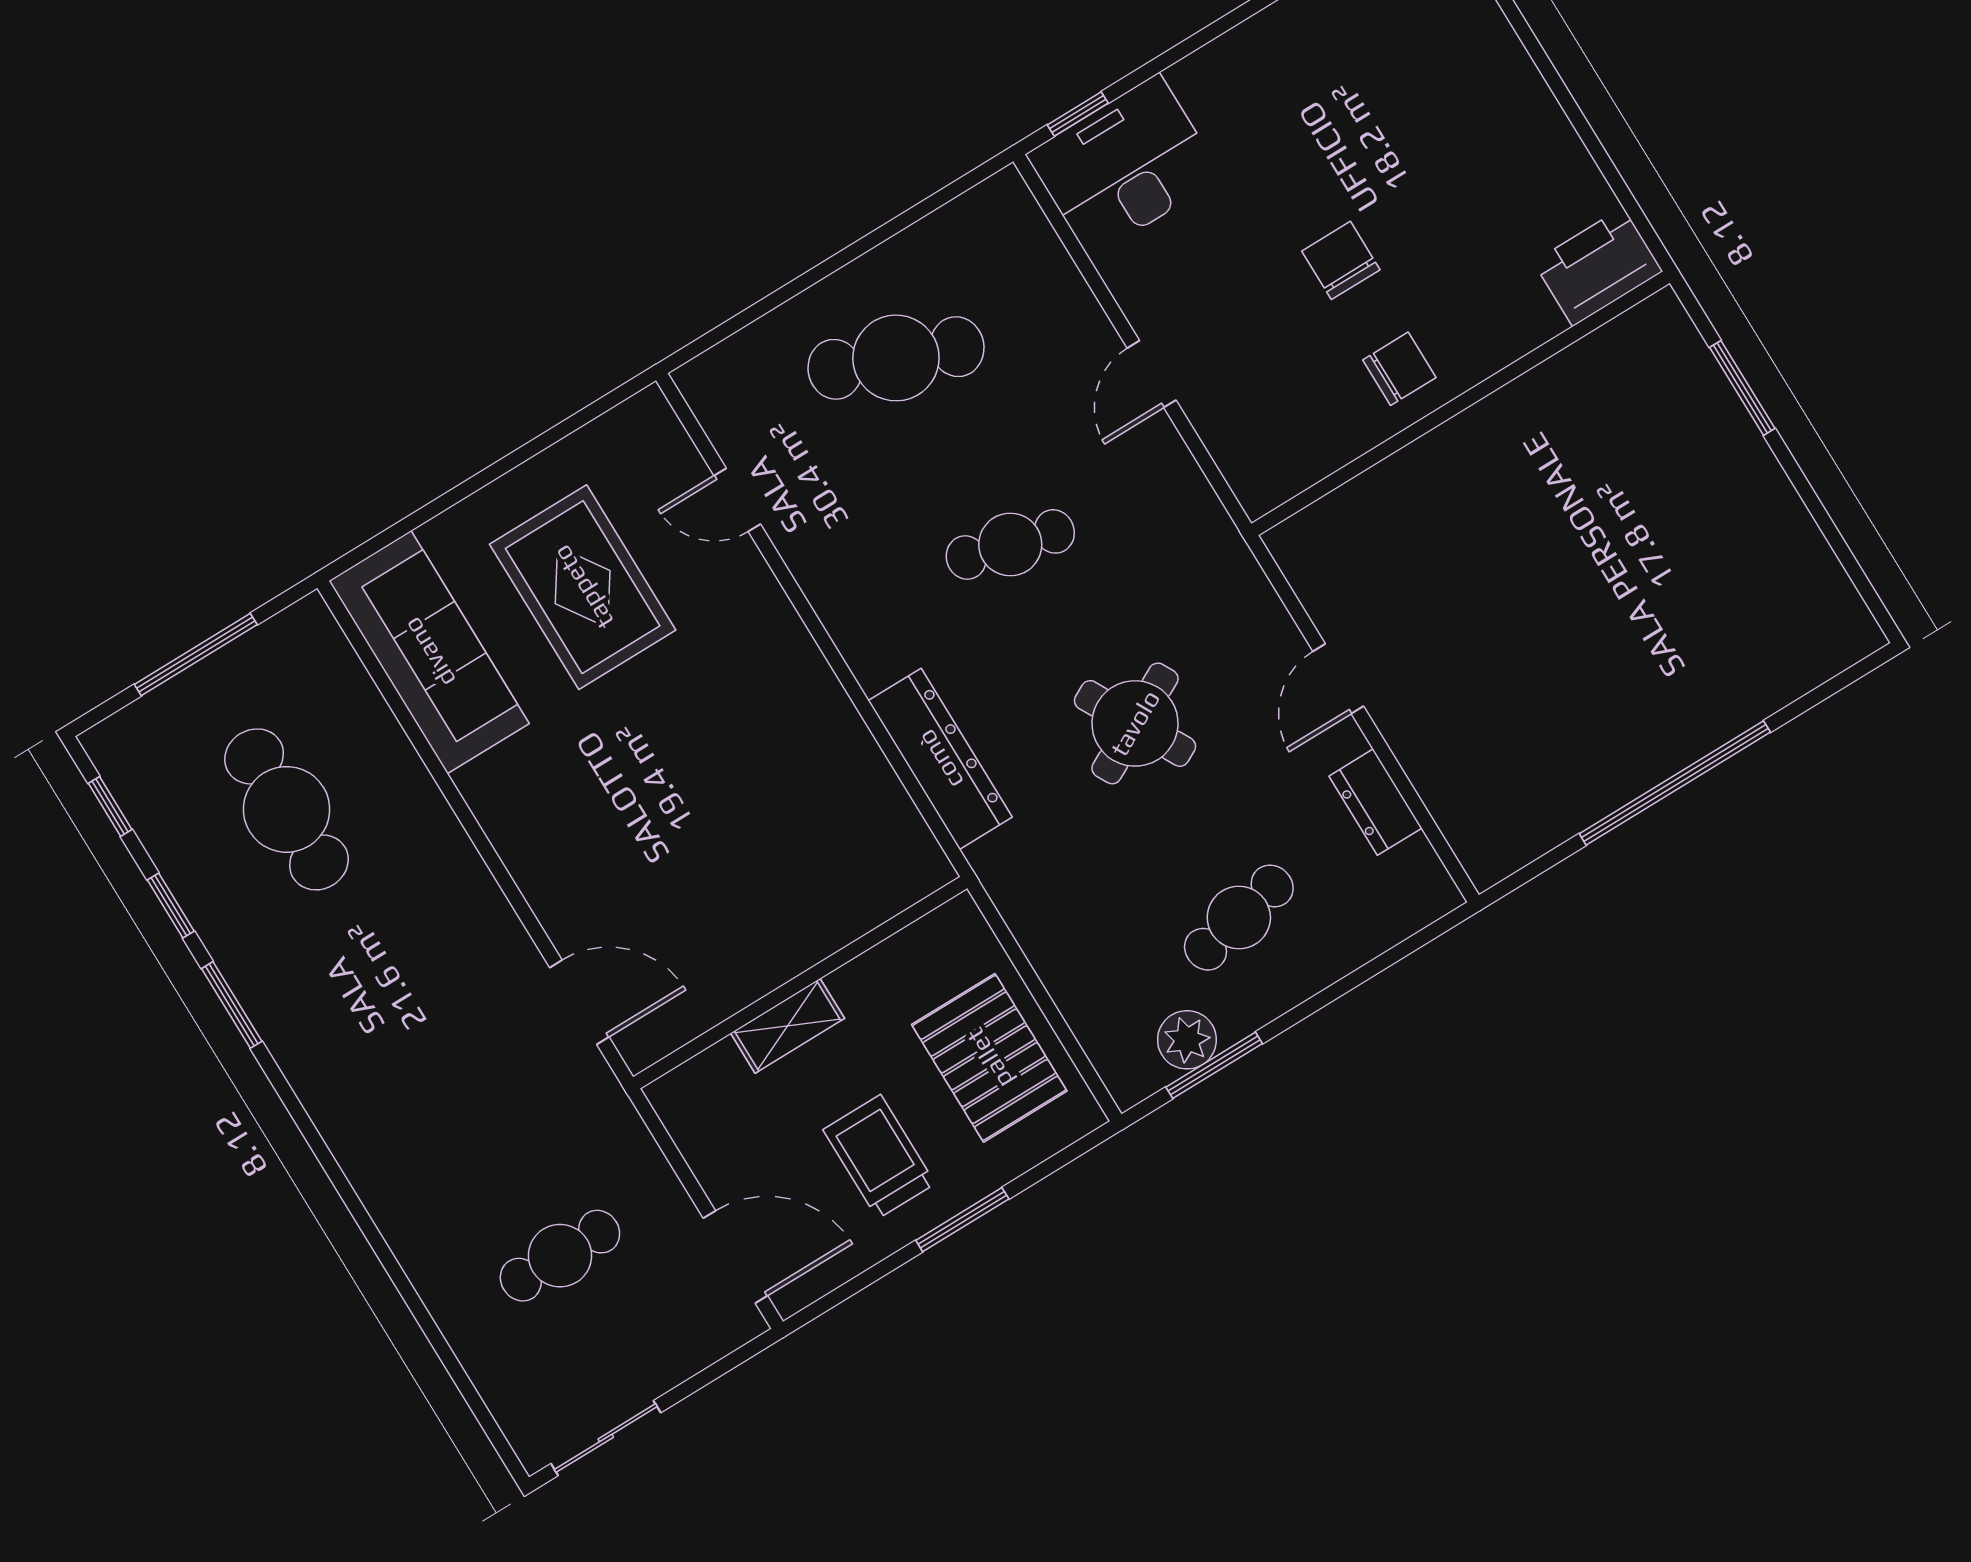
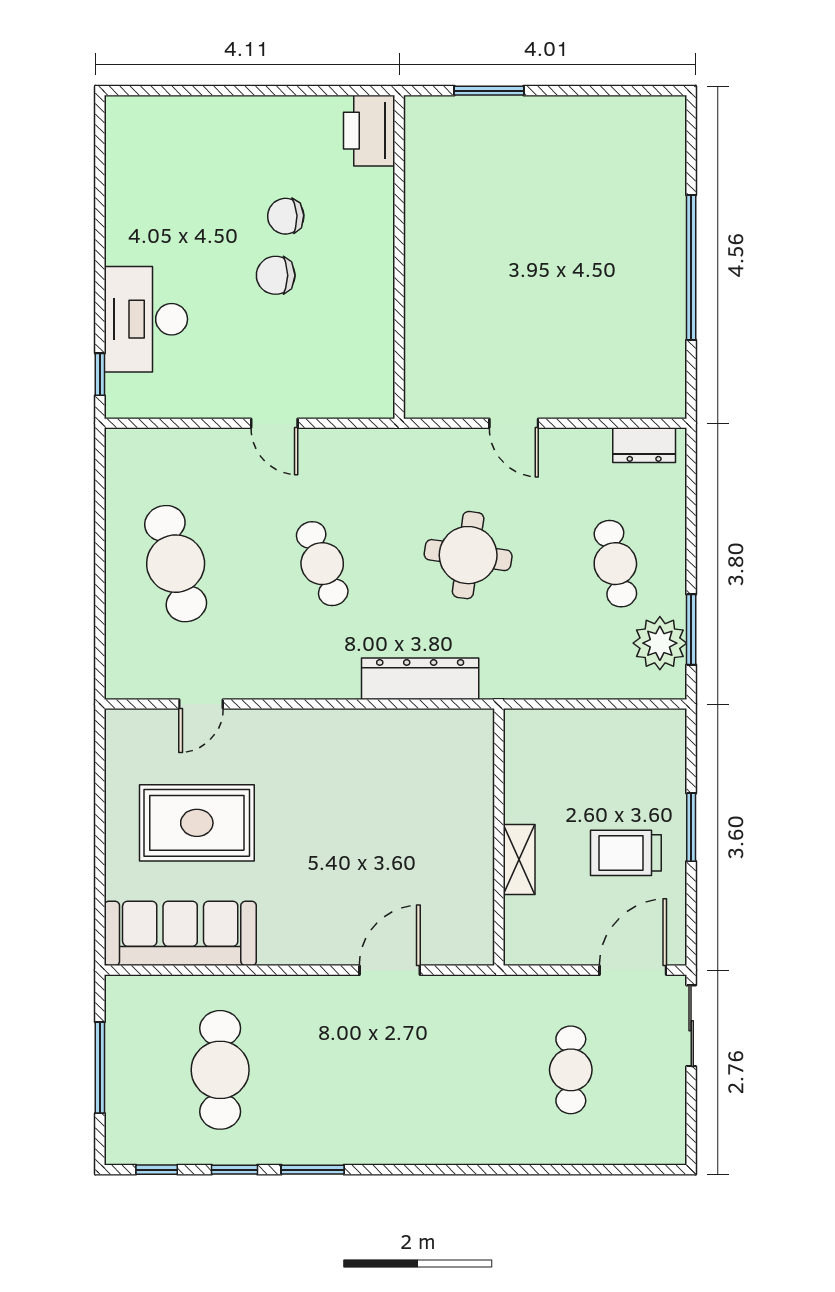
desk: (1124, 166) -> (146, 319), moved
cafe table: (896, 358) -> (176, 564), turned -36
chair: (1399, 369) -> (286, 216), moved, turned -93
cafe table: (1010, 544) -> (322, 564), turned -36
round table: (1135, 723) -> (468, 555), turned 36
dresser: (1375, 802) -> (644, 445), moved
cafe table: (287, 809) -> (220, 1070), turned 90
door: (579, 1002) -> (390, 970), moved
plant: (1187, 1040) -> (660, 643), width x1.36, depth x1.36
pallet: (989, 1058) -> (608, 755), removed
sliding door: (606, 1438) -> (691, 1026), moved

